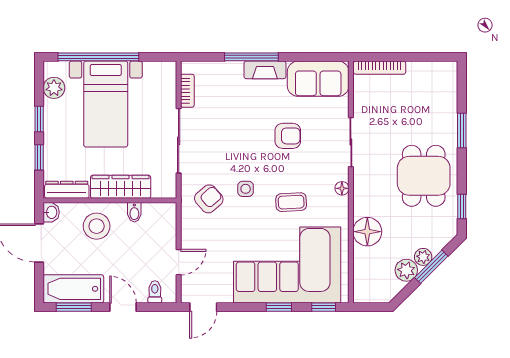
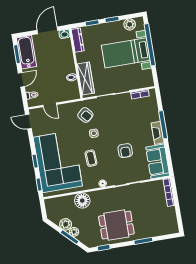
wardrobe: (121, 187) -> (86, 78), moved
stool: (97, 226) -> (61, 59), removed

